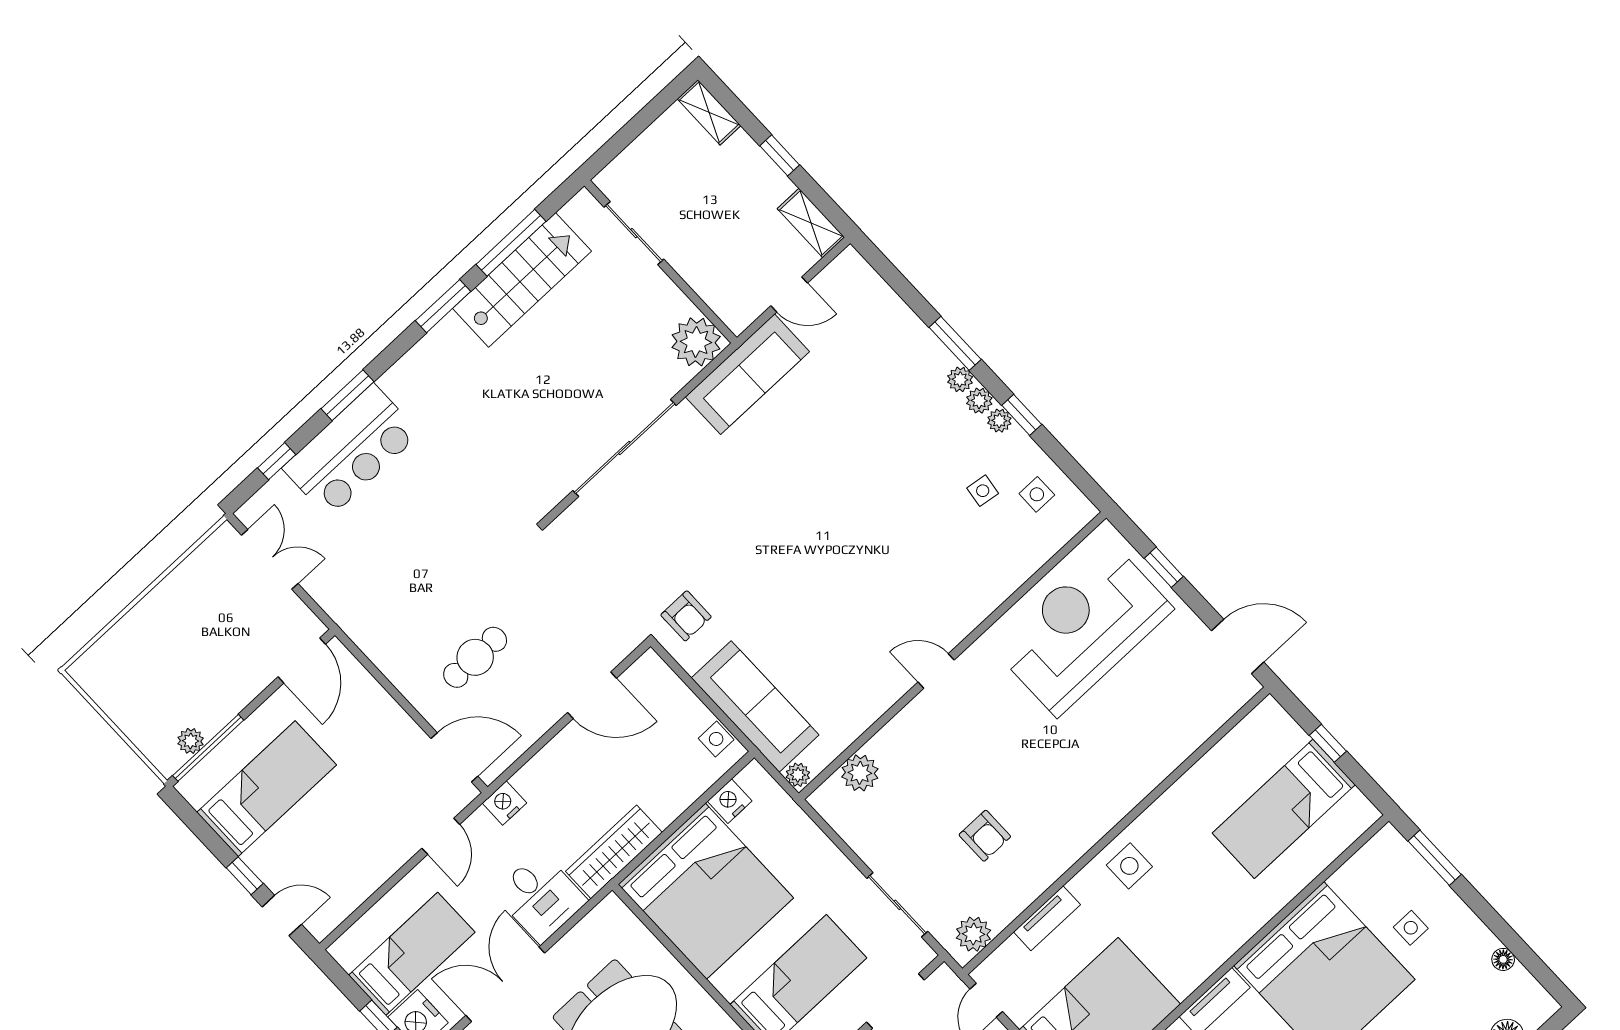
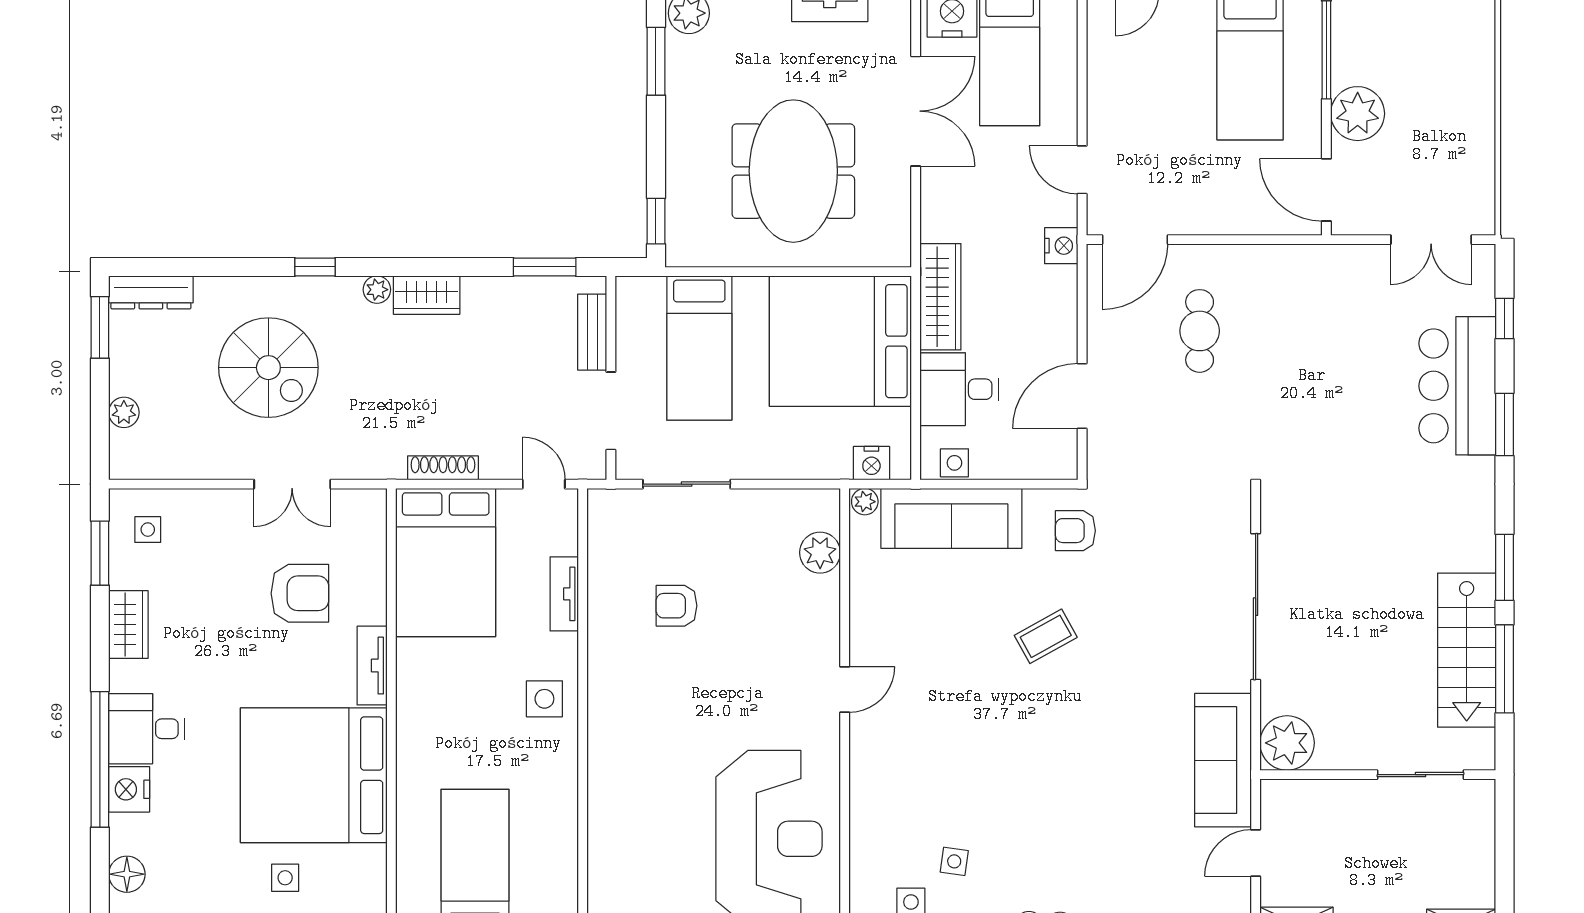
coffee table: (775, 570) -> (1046, 636), added
plant: (191, 741) -> (1358, 114), moved, width x1.87, depth x1.87
nightstand: (730, 801) -> (871, 463), moved, turned 90
desk: (540, 897) -> (959, 389), moved
plant: (973, 934) -> (606, 523), removed

